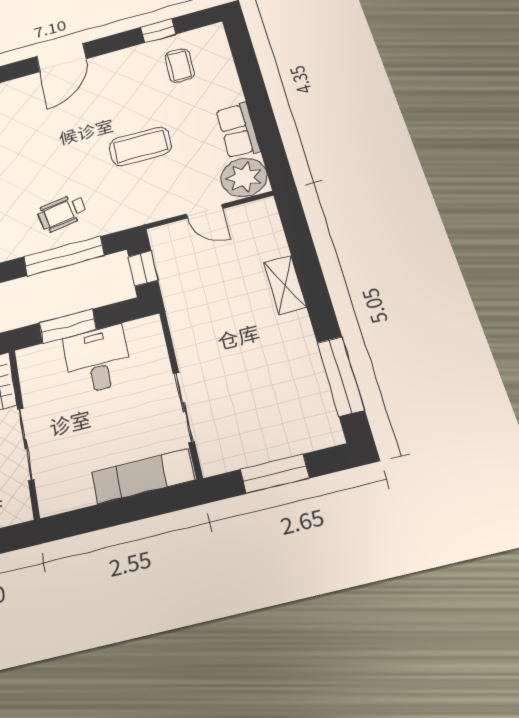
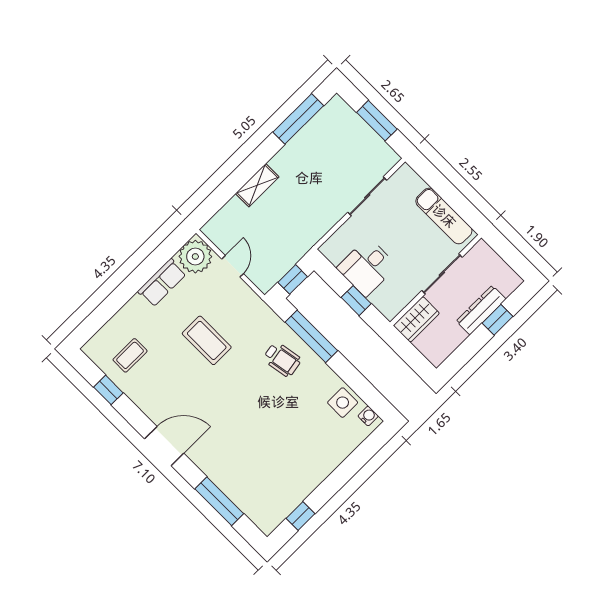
window: (68, 326) -> (356, 301), width x0.67
exam couch: (143, 476) -> (444, 216), moved

